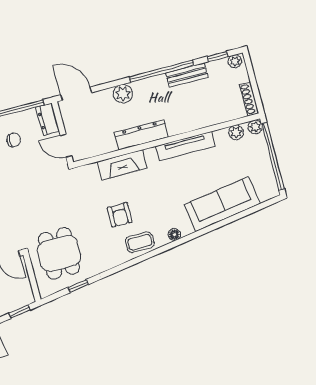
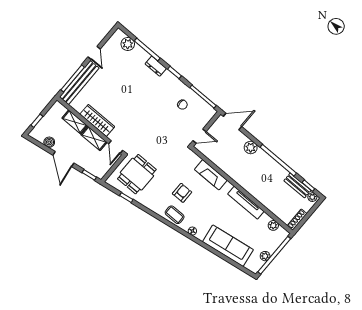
bench: (187, 75) -> (297, 185), moved
door: (76, 94) -> (232, 121), hinge flipped
dresser: (48, 119) -> (207, 116), removed
plant: (255, 127) -> (265, 256), moved
dresser: (141, 135) -> (235, 174), removed
door: (66, 146) -> (199, 136), swing flipped
armchair: (120, 215) -> (182, 193), turned 180

